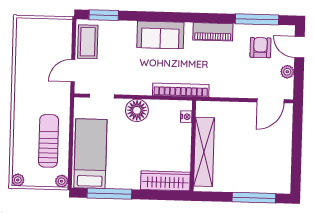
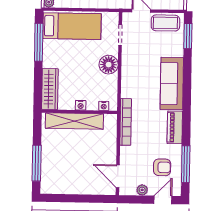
sofa: (160, 35) -> (172, 83), width x1.36
bookcase: (181, 90) -> (126, 122), moved
nightstand: (185, 144) -> (81, 105), added

